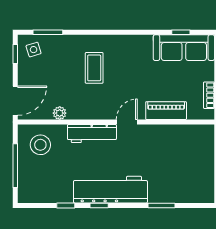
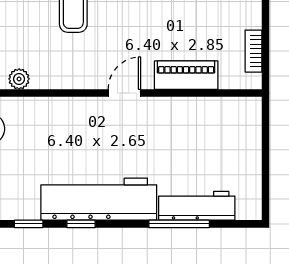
workbench: (92, 134) -> (197, 206), moved, turned 180
window: (162, 205) -> (179, 224), width x1.44

